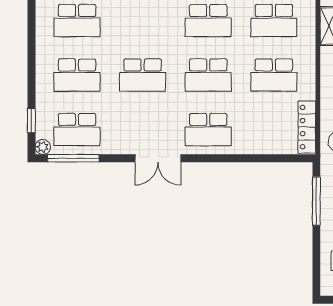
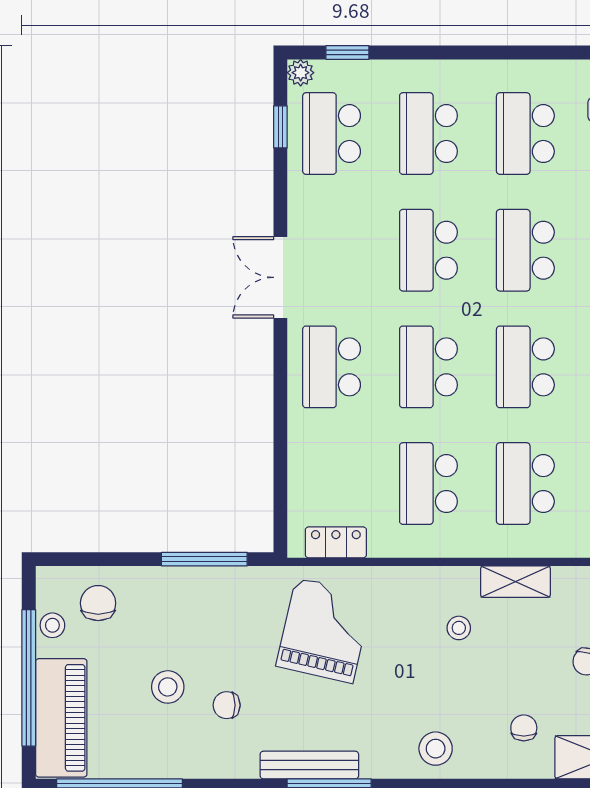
school desk: (143, 21) -> (525, 250), added
locker: (307, 127) -> (336, 542), width x0.66
window: (73, 158) -> (280, 127), width x0.46

